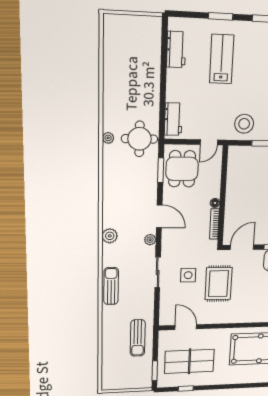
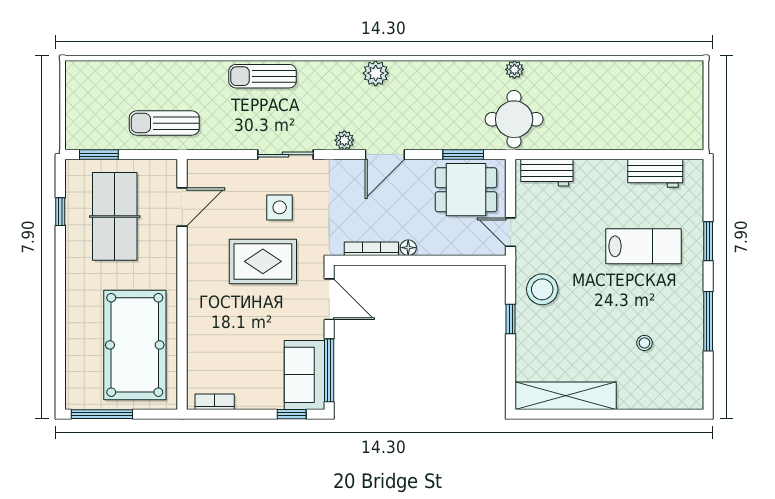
plant: (110, 236) -> (376, 73), moved
sun lounger: (111, 286) -> (263, 76), turned 180

